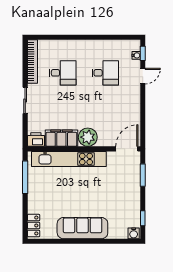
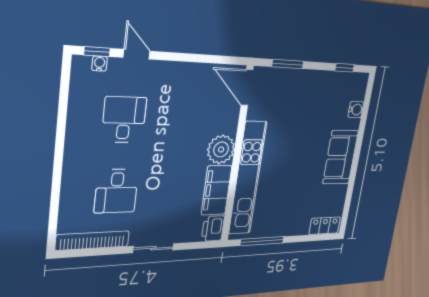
desk: (63, 73) -> (116, 191), turned 180
sofa: (82, 228) -> (341, 157), width x0.73
water cooler: (134, 233) -> (356, 110), moved

